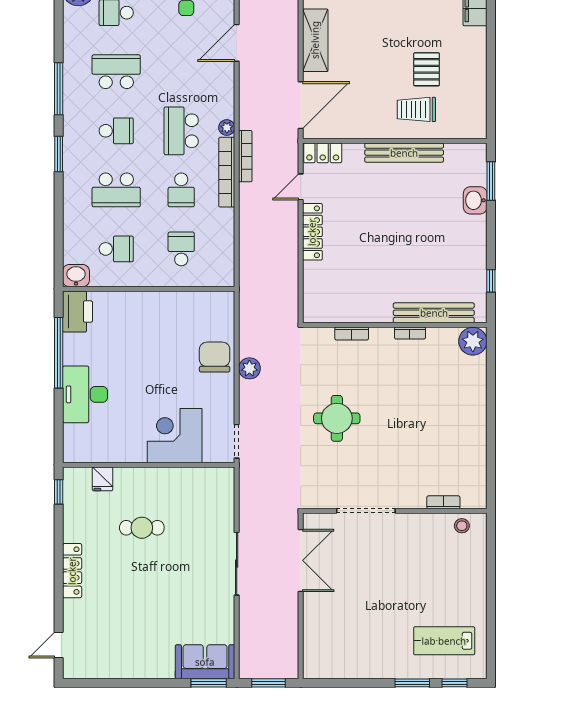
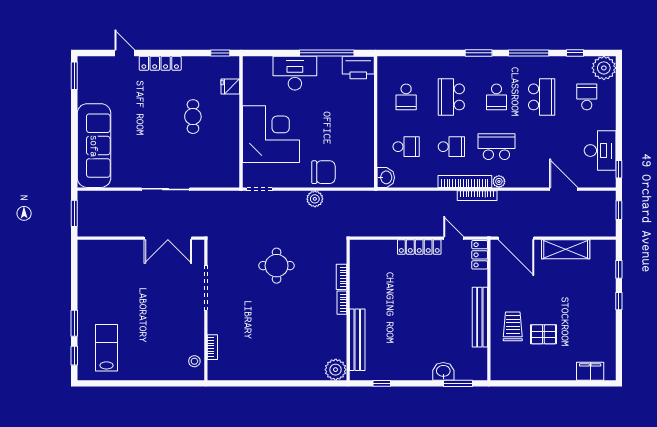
window: (59, 28) -> (575, 53), added
school desk: (181, 190) -> (451, 147), turned 180
washbasin: (76, 276) -> (386, 177), moved
bookcase: (410, 333) -> (342, 303), moved
corner desk: (175, 436) -> (271, 134), width x1.36, depth x1.36
door: (59, 645) -> (125, 53), moved
sofa: (205, 662) -> (94, 146), width x1.85, depth x1.27
window: (209, 683) -> (74, 76), moved

